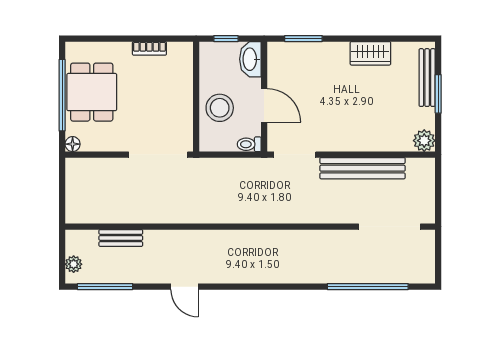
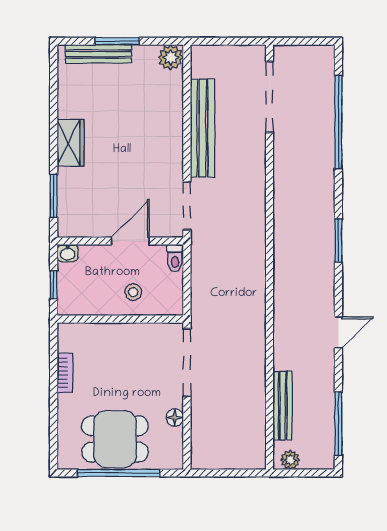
wardrobe: (370, 53) -> (71, 143), moved
washbasin: (250, 59) -> (68, 253), width x0.52, depth x0.69
stool: (220, 108) -> (133, 292), width x0.53, depth x0.53
floor lamp: (73, 144) -> (175, 418), moved
bench: (121, 238) -> (283, 406), width x1.36
plant: (74, 264) -> (290, 460), moved
window: (265, 287) -> (338, 240), added

